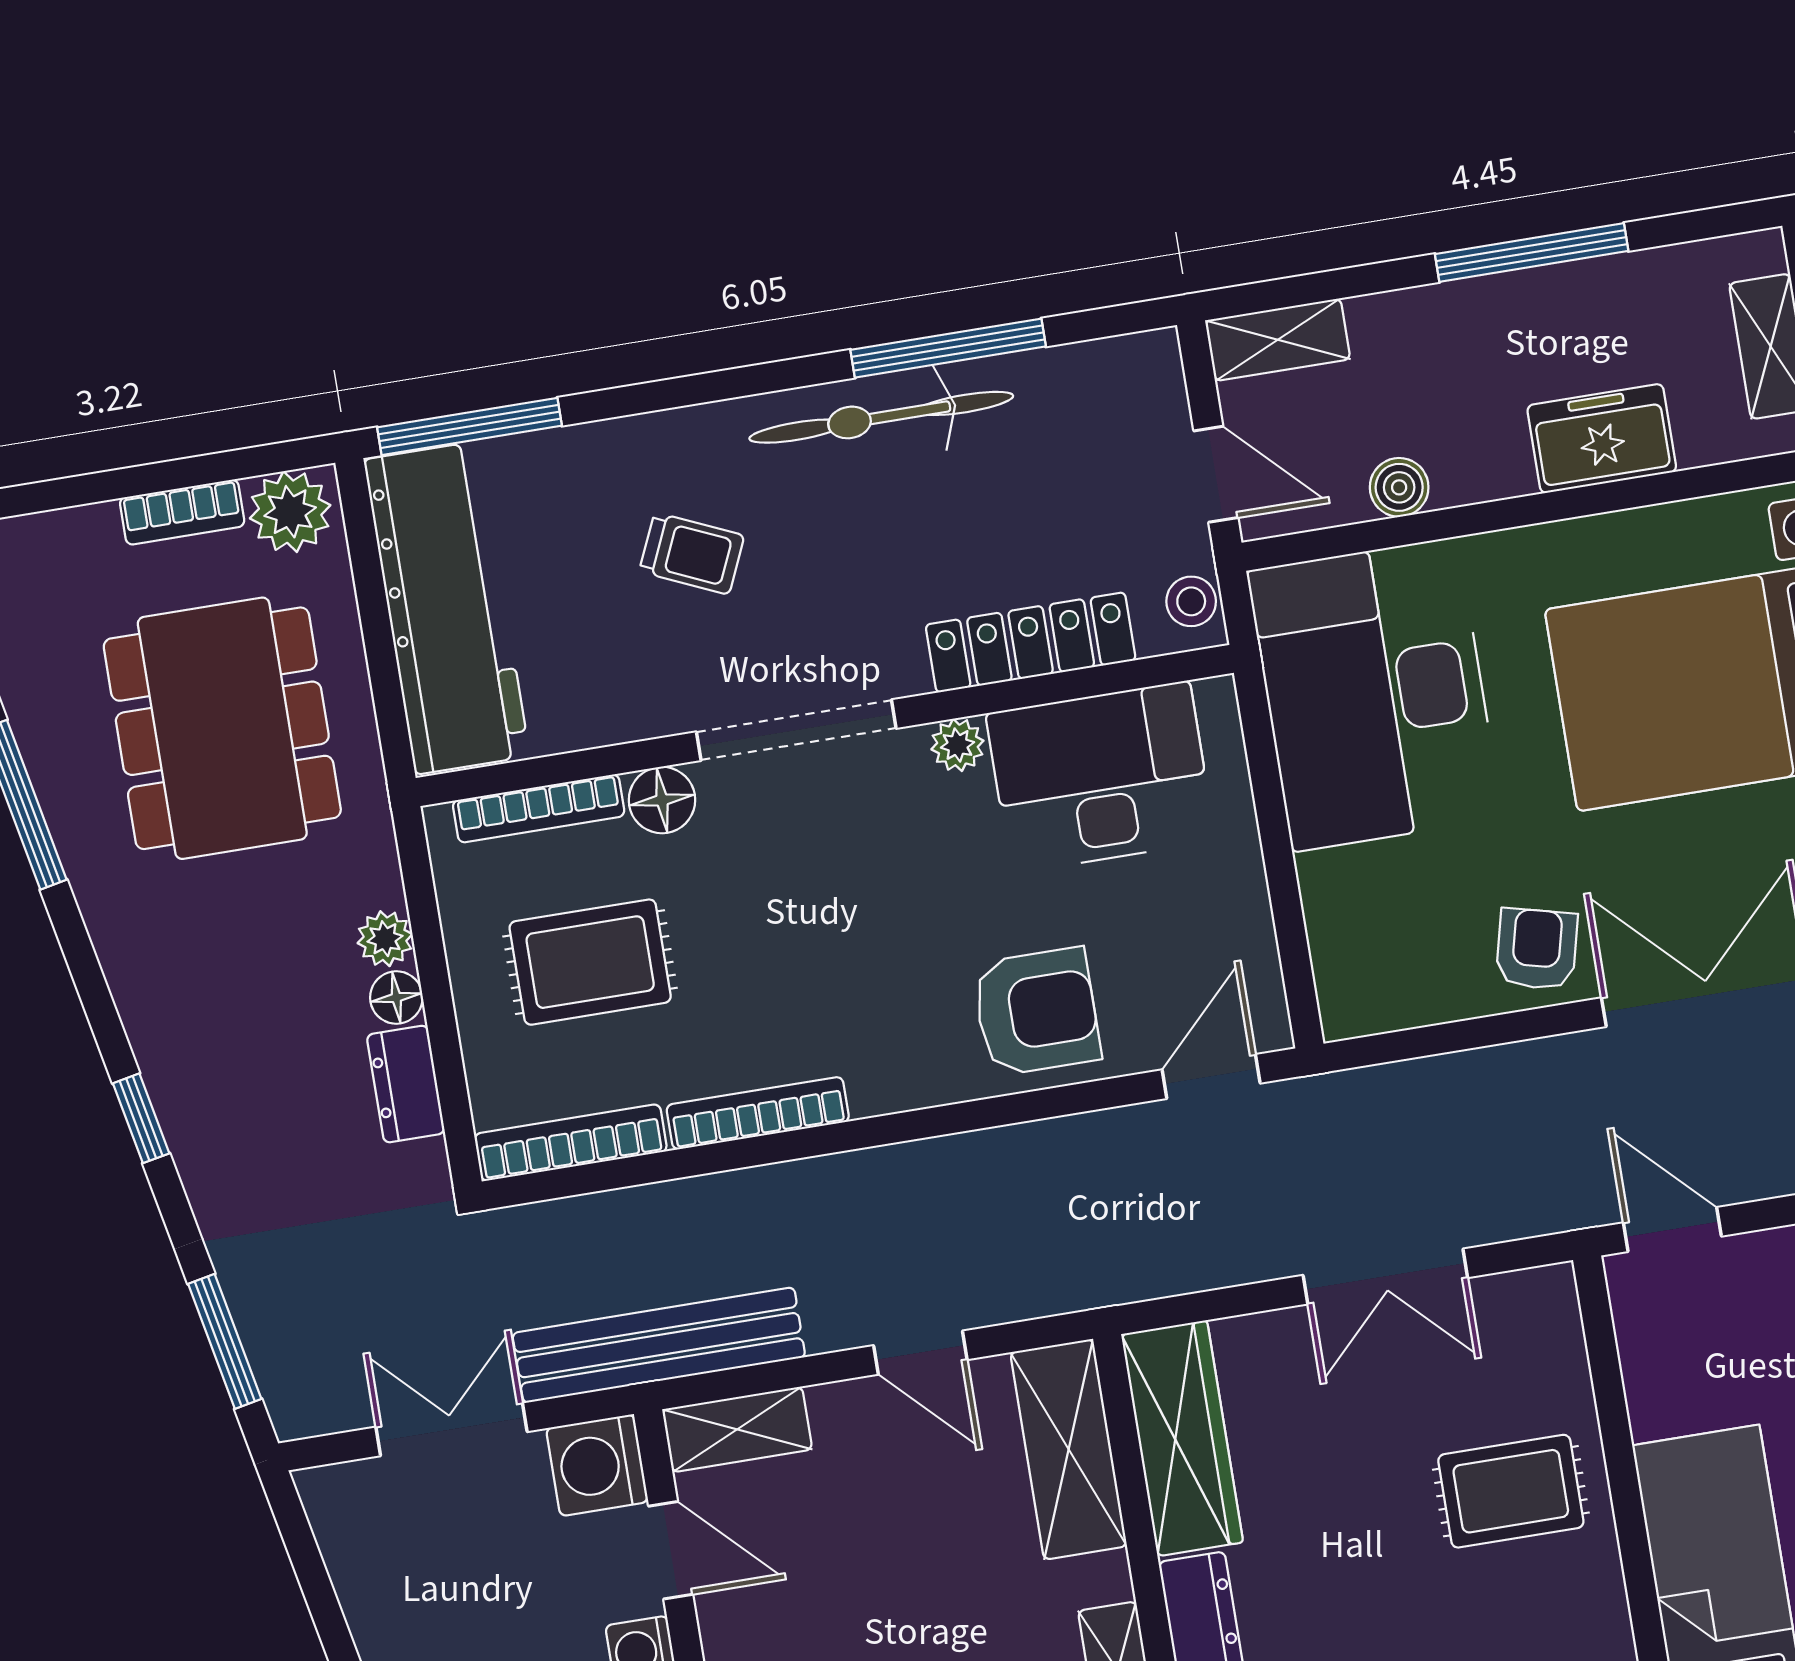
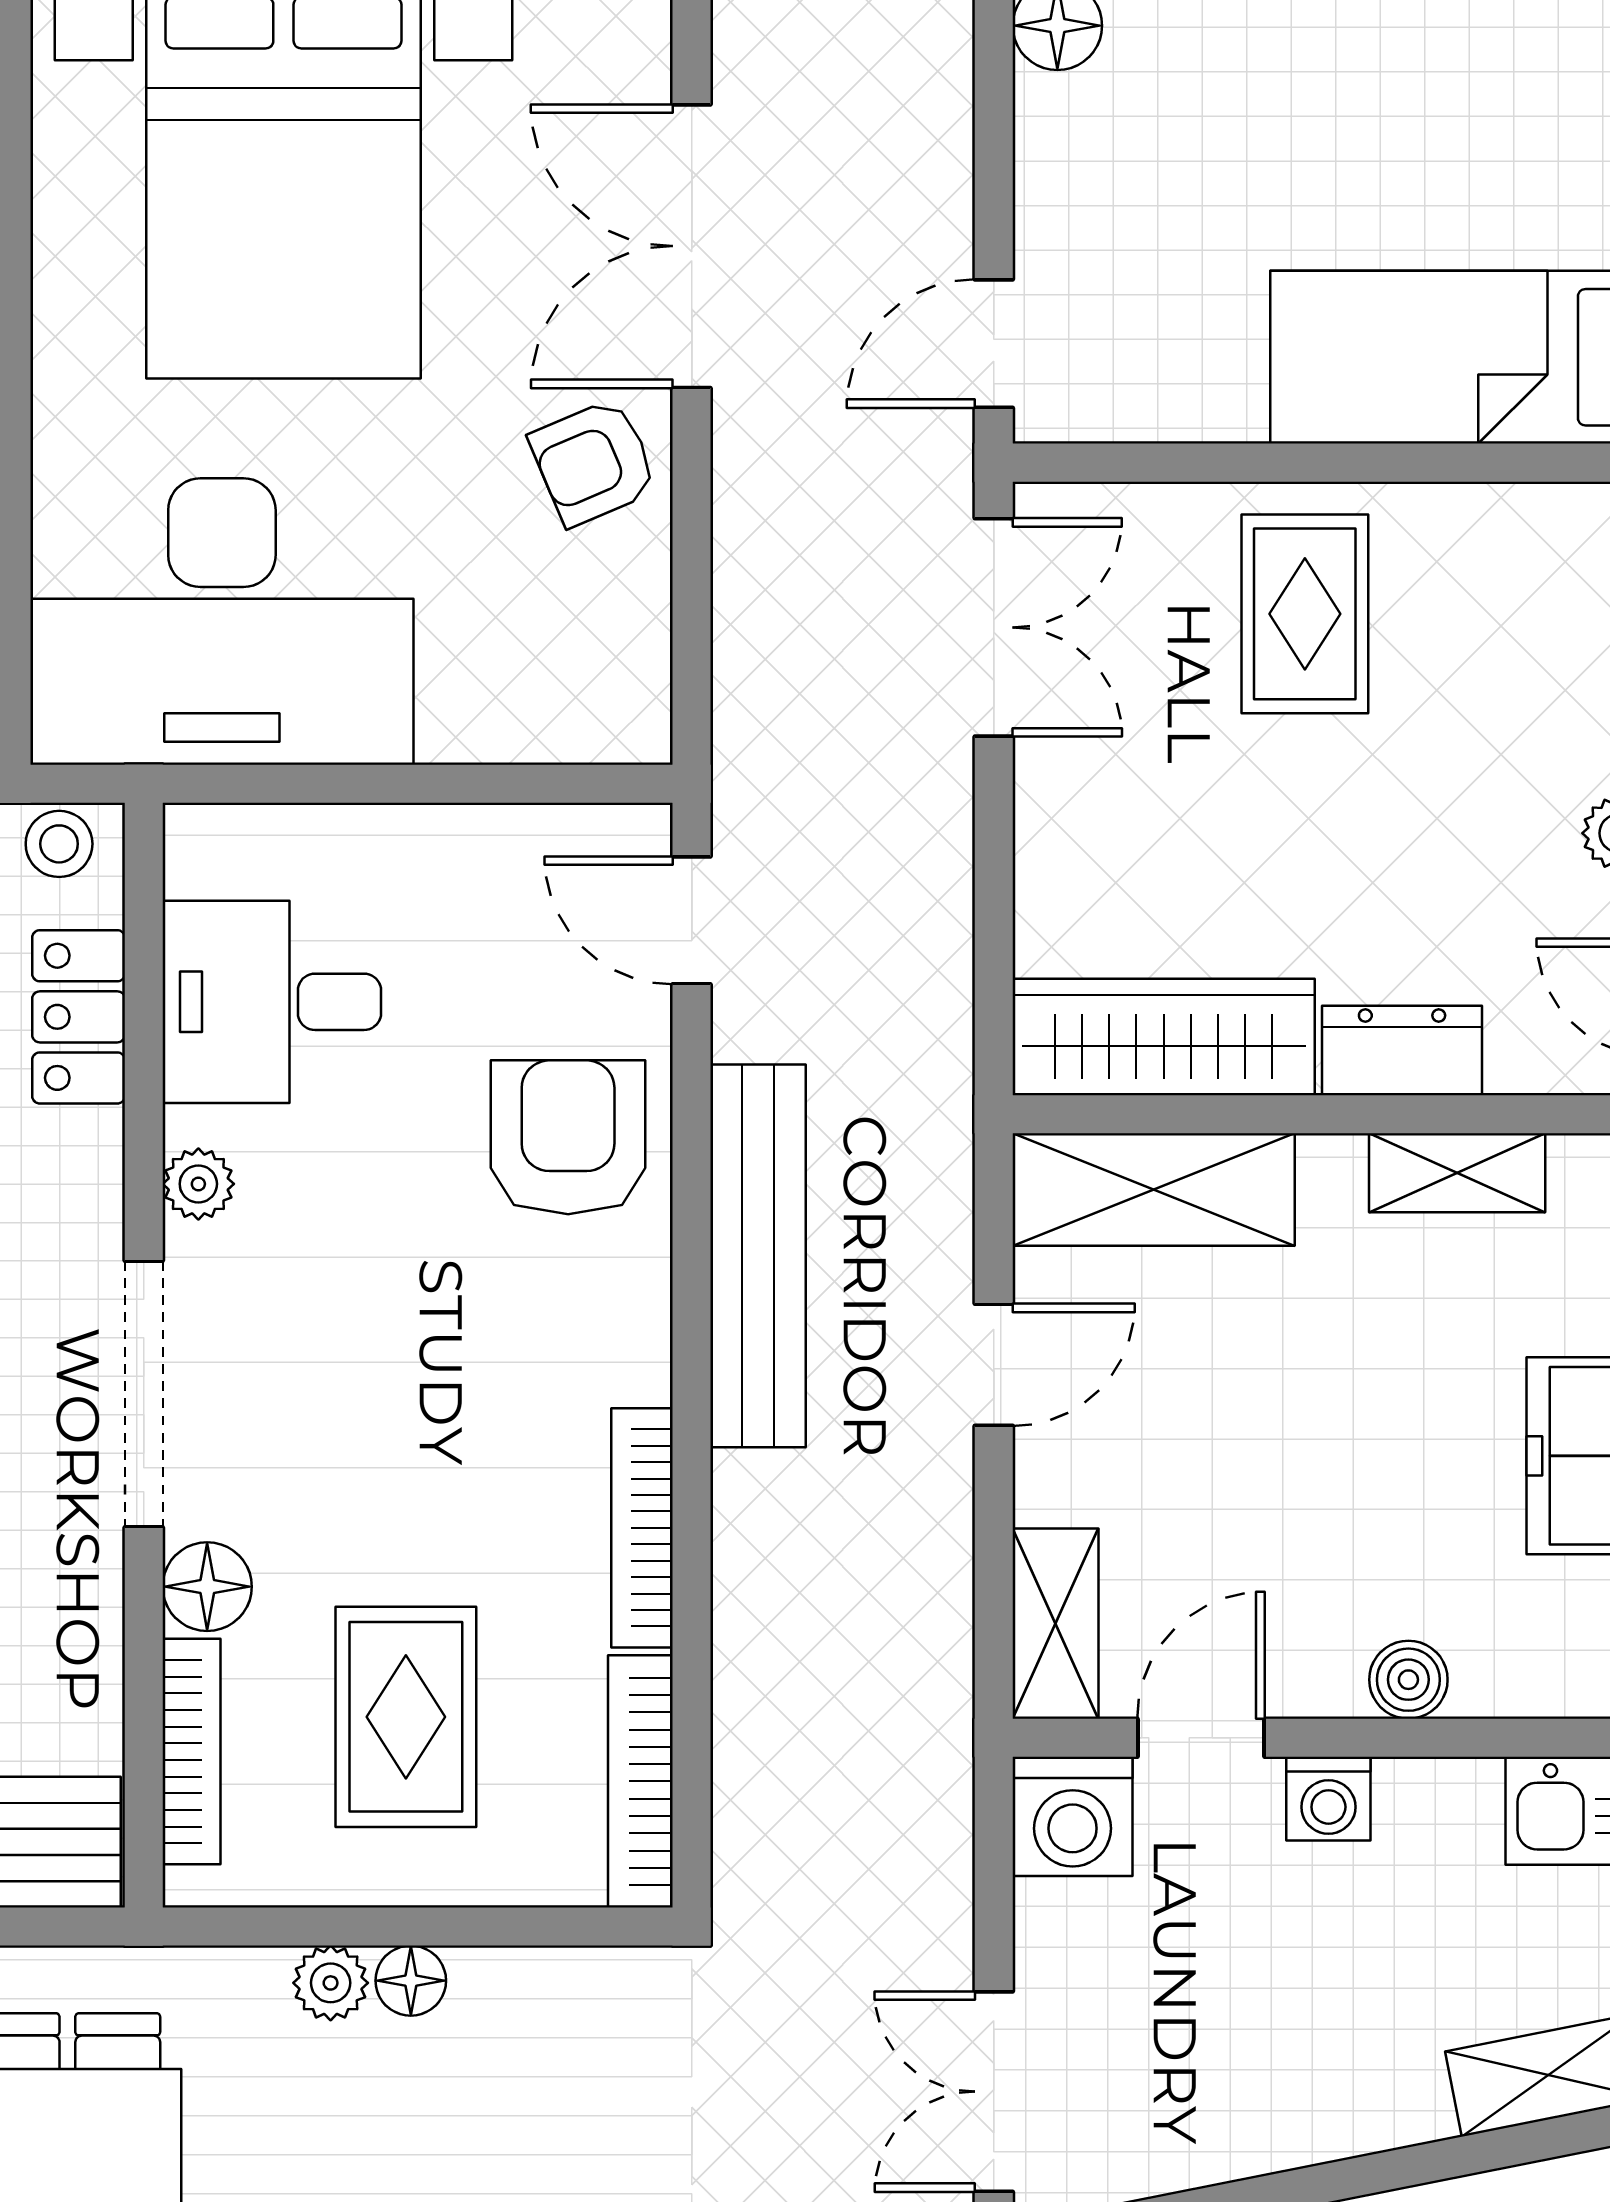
locker: (1031, 642) -> (79, 1017), width x0.66
desk: (1100, 777) -> (272, 1002), width x0.73
armchair: (1537, 949) -> (594, 462), turned -37
dresser: (406, 1084) -> (527, 1987), removed
double door: (1385, 1276) -> (994, 627), moved
bench: (659, 1345) -> (758, 1256), moved
double door: (451, 1429) -> (994, 2092), moved

